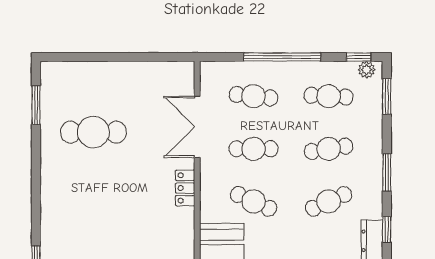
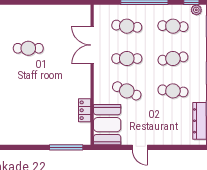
cafe table: (93, 132) -> (28, 48), width x0.73, depth x0.74
locker: (185, 188) -> (85, 110), moved
cafe table: (329, 201) -> (173, 91), turned 30

